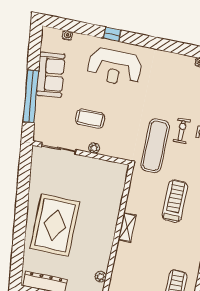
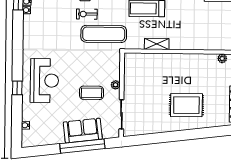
sofa: (51, 75) -> (83, 131), moved
coffee table: (90, 119) -> (92, 93), turned 90
rug: (55, 225) -> (186, 105), width x0.73, depth x0.69
shelving: (127, 227) -> (157, 44), moved

